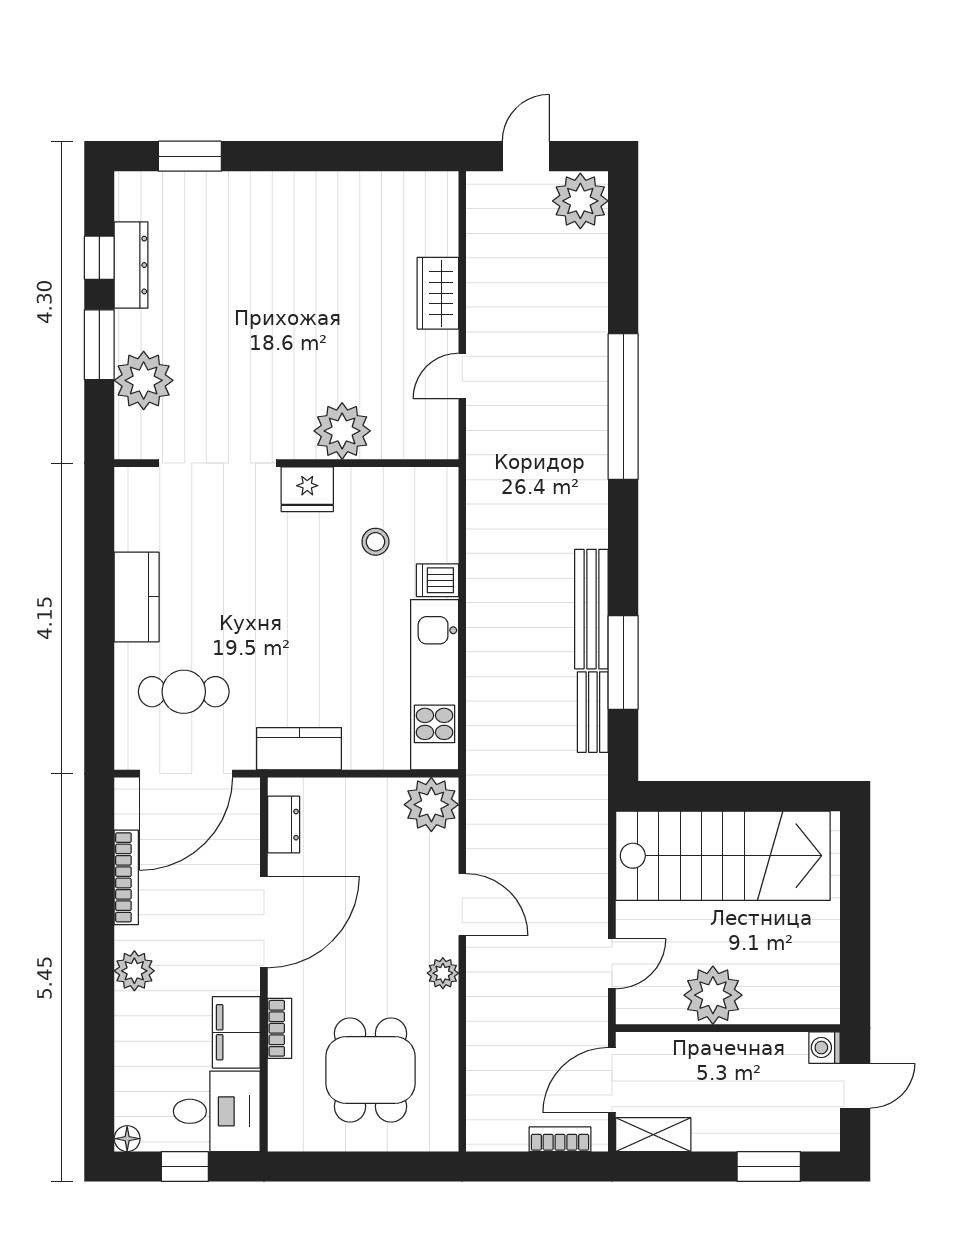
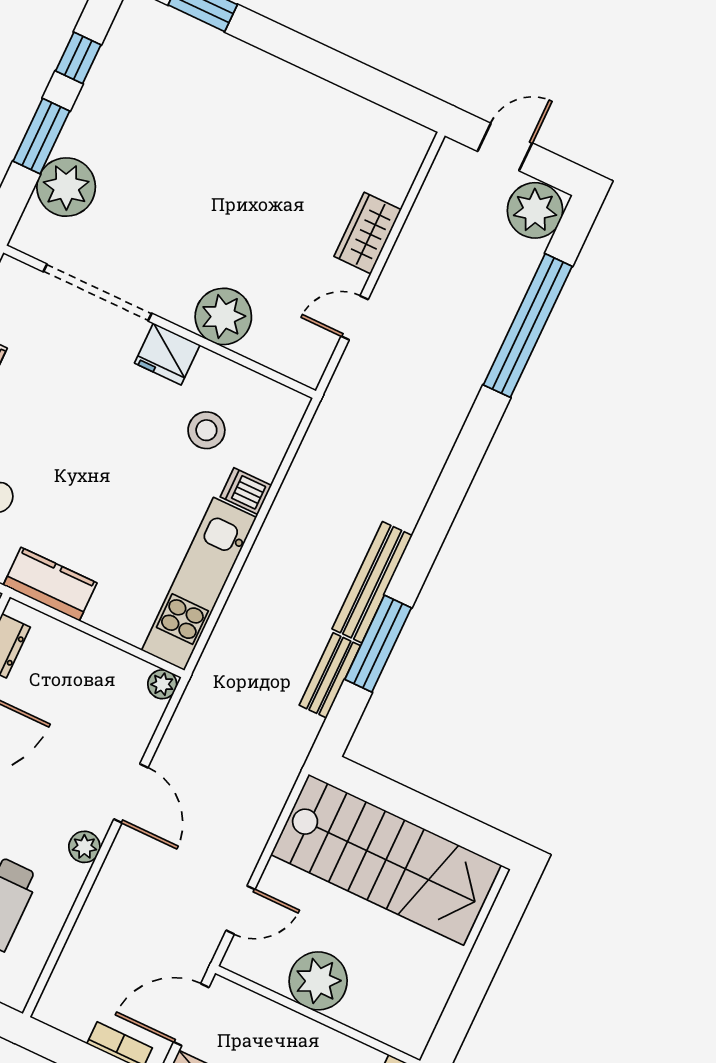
dresser: (131, 265) -> (104, 78), removed
window: (623, 407) -> (528, 326), moved
stool: (375, 542) -> (206, 430), width x1.37, depth x1.37
plant: (431, 805) -> (162, 684), width x0.53, depth x0.53

